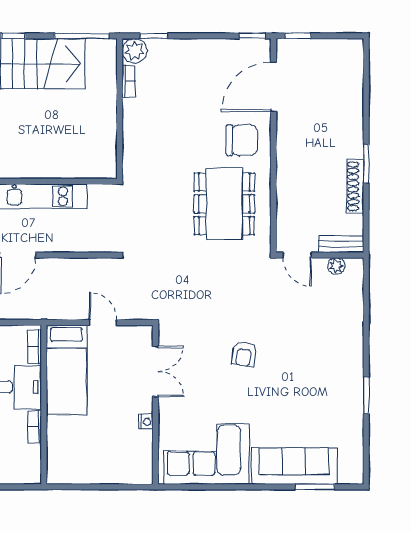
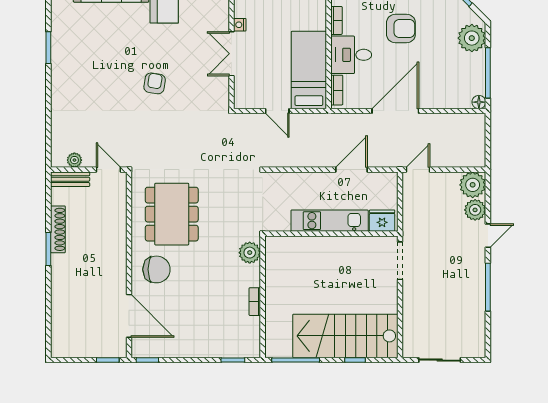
plant: (135, 51) -> (250, 253), moved
bookcase: (129, 81) -> (255, 302), moved
door: (273, 87) -> (129, 316), hinge flipped
chair: (242, 140) -> (156, 269), turned 180
double door: (155, 371) -> (232, 54), moved

